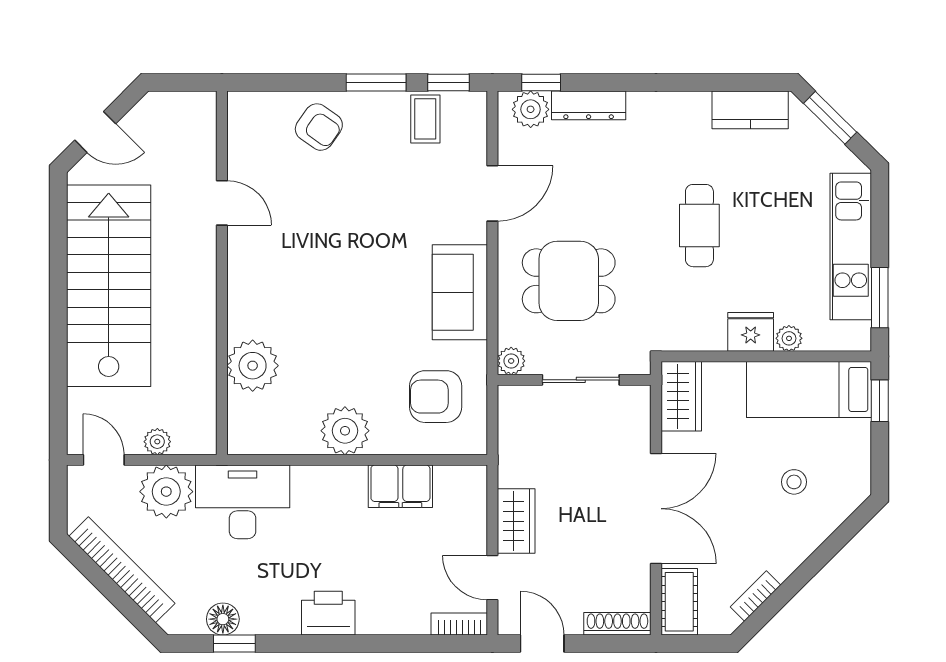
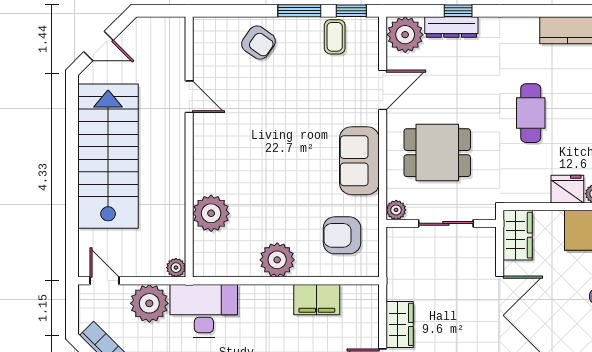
window: (541, 83) -> (458, 11), moved
plant: (531, 109) -> (405, 35), width x1.36, depth x1.36
plant: (157, 442) -> (176, 268), moved

